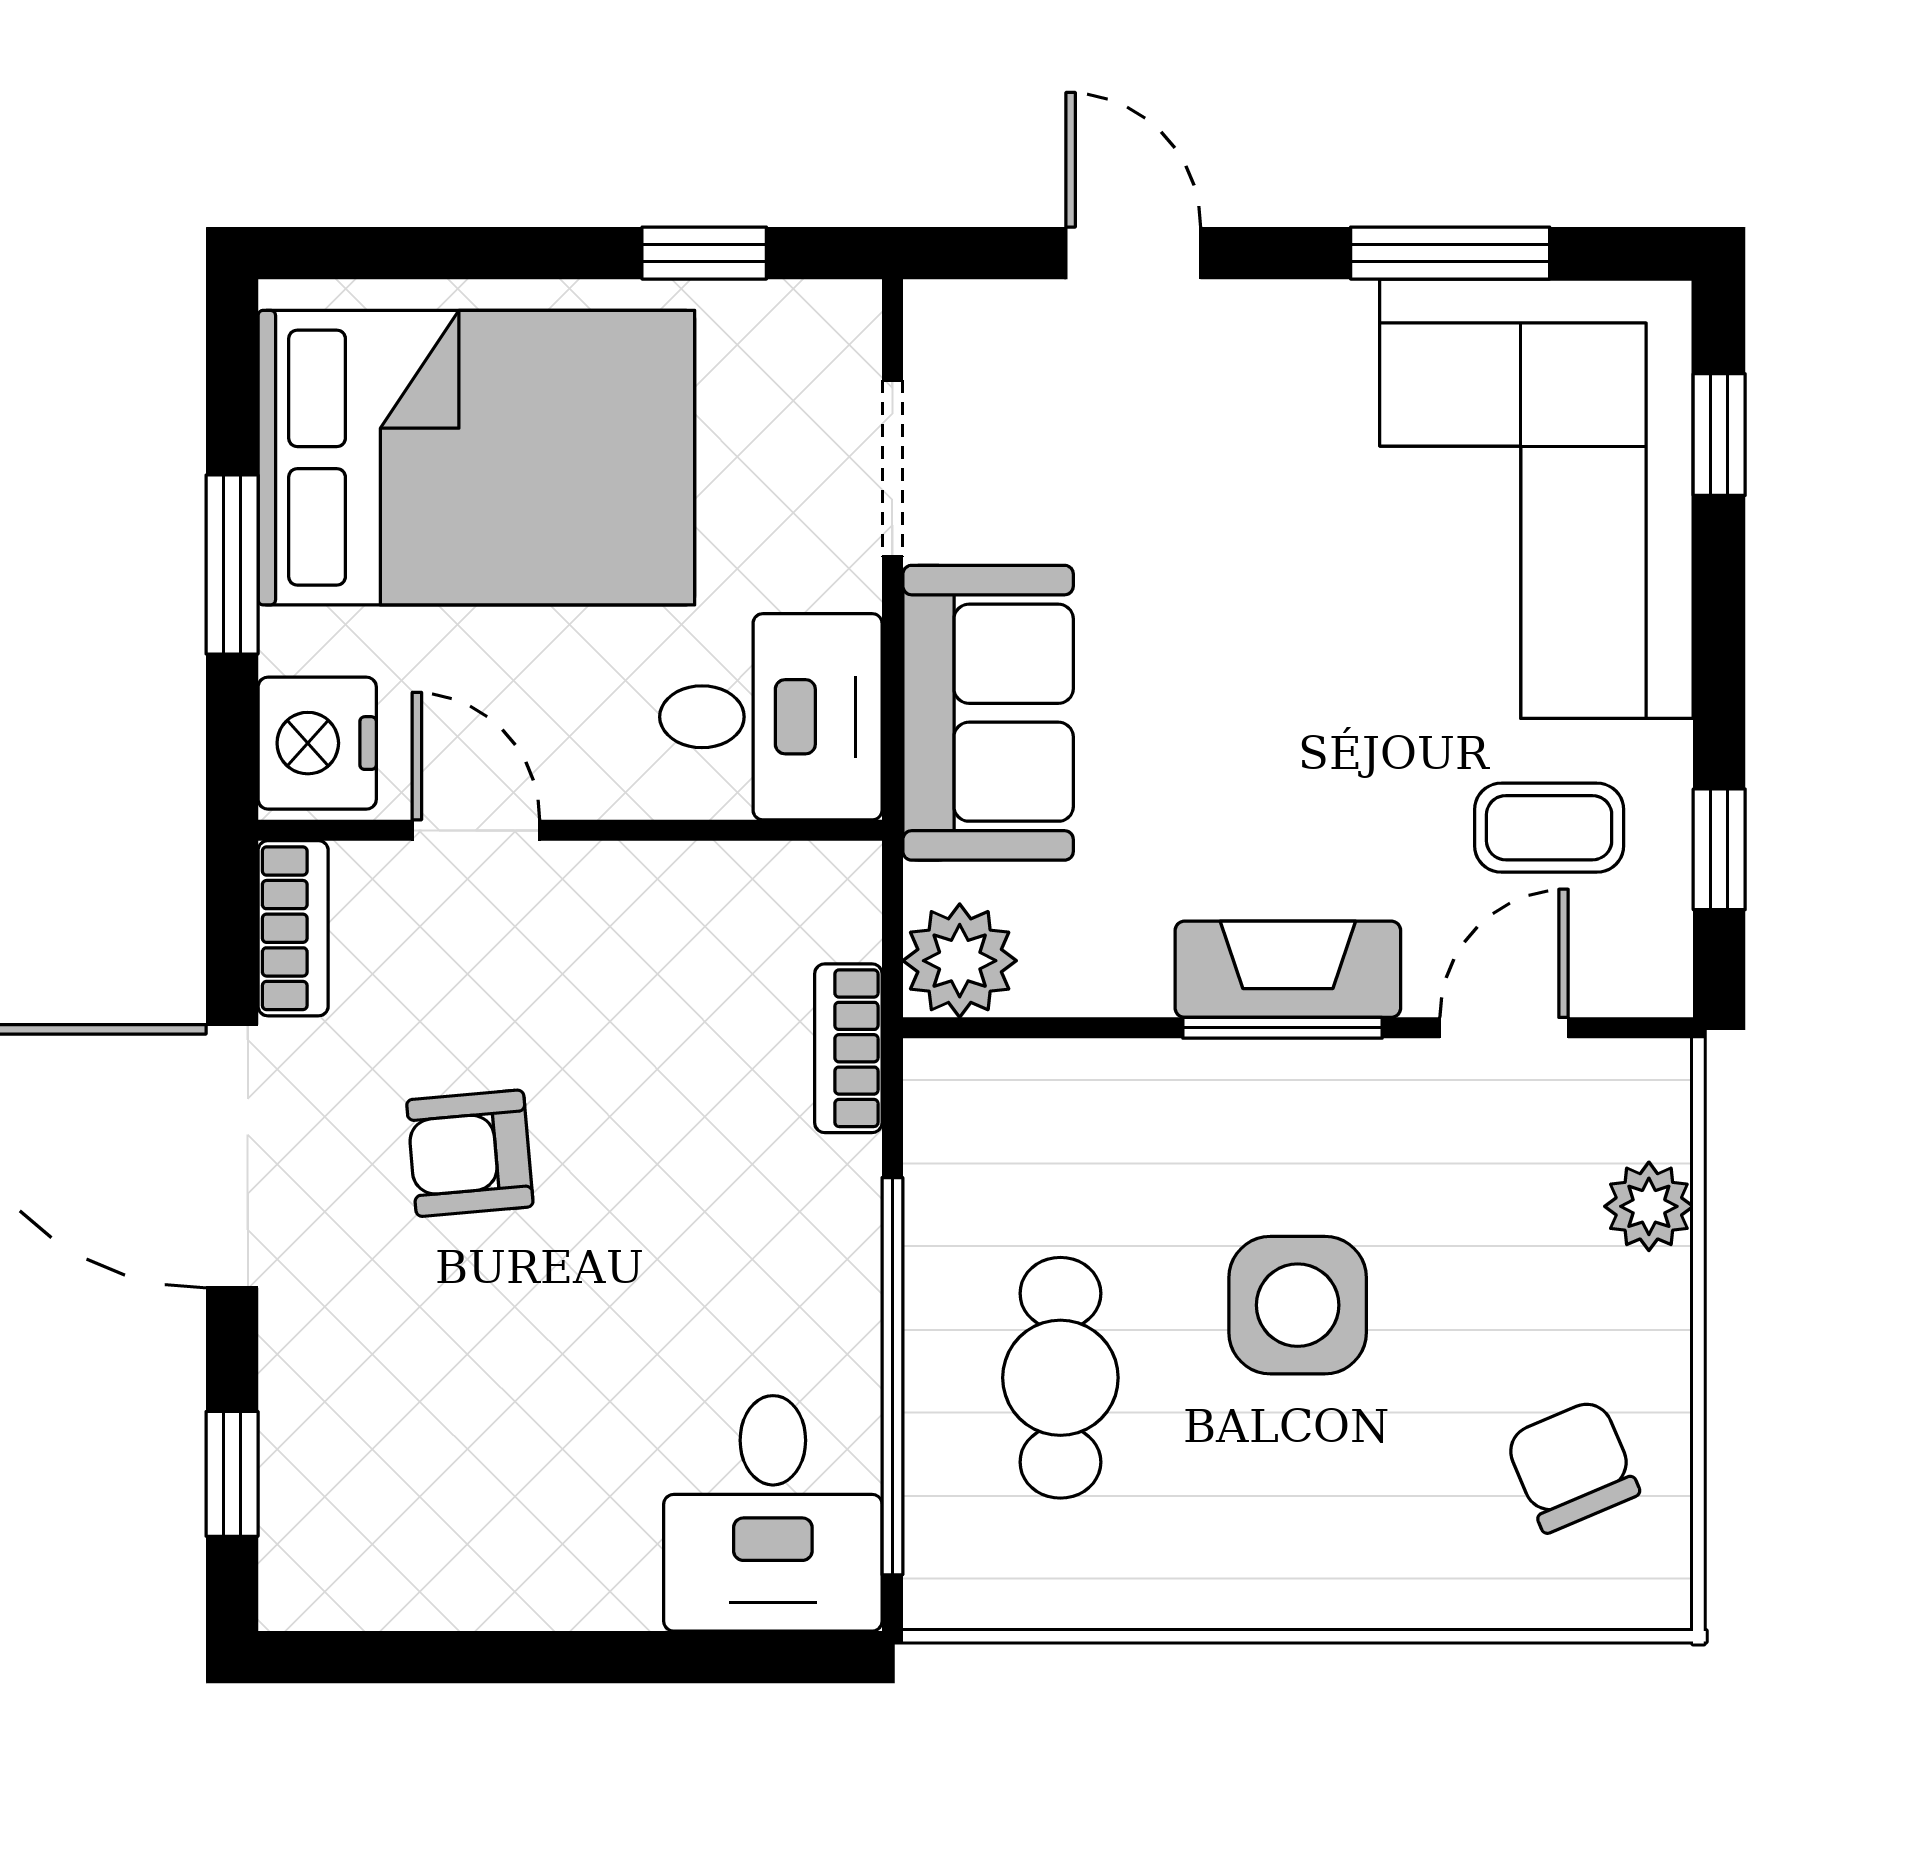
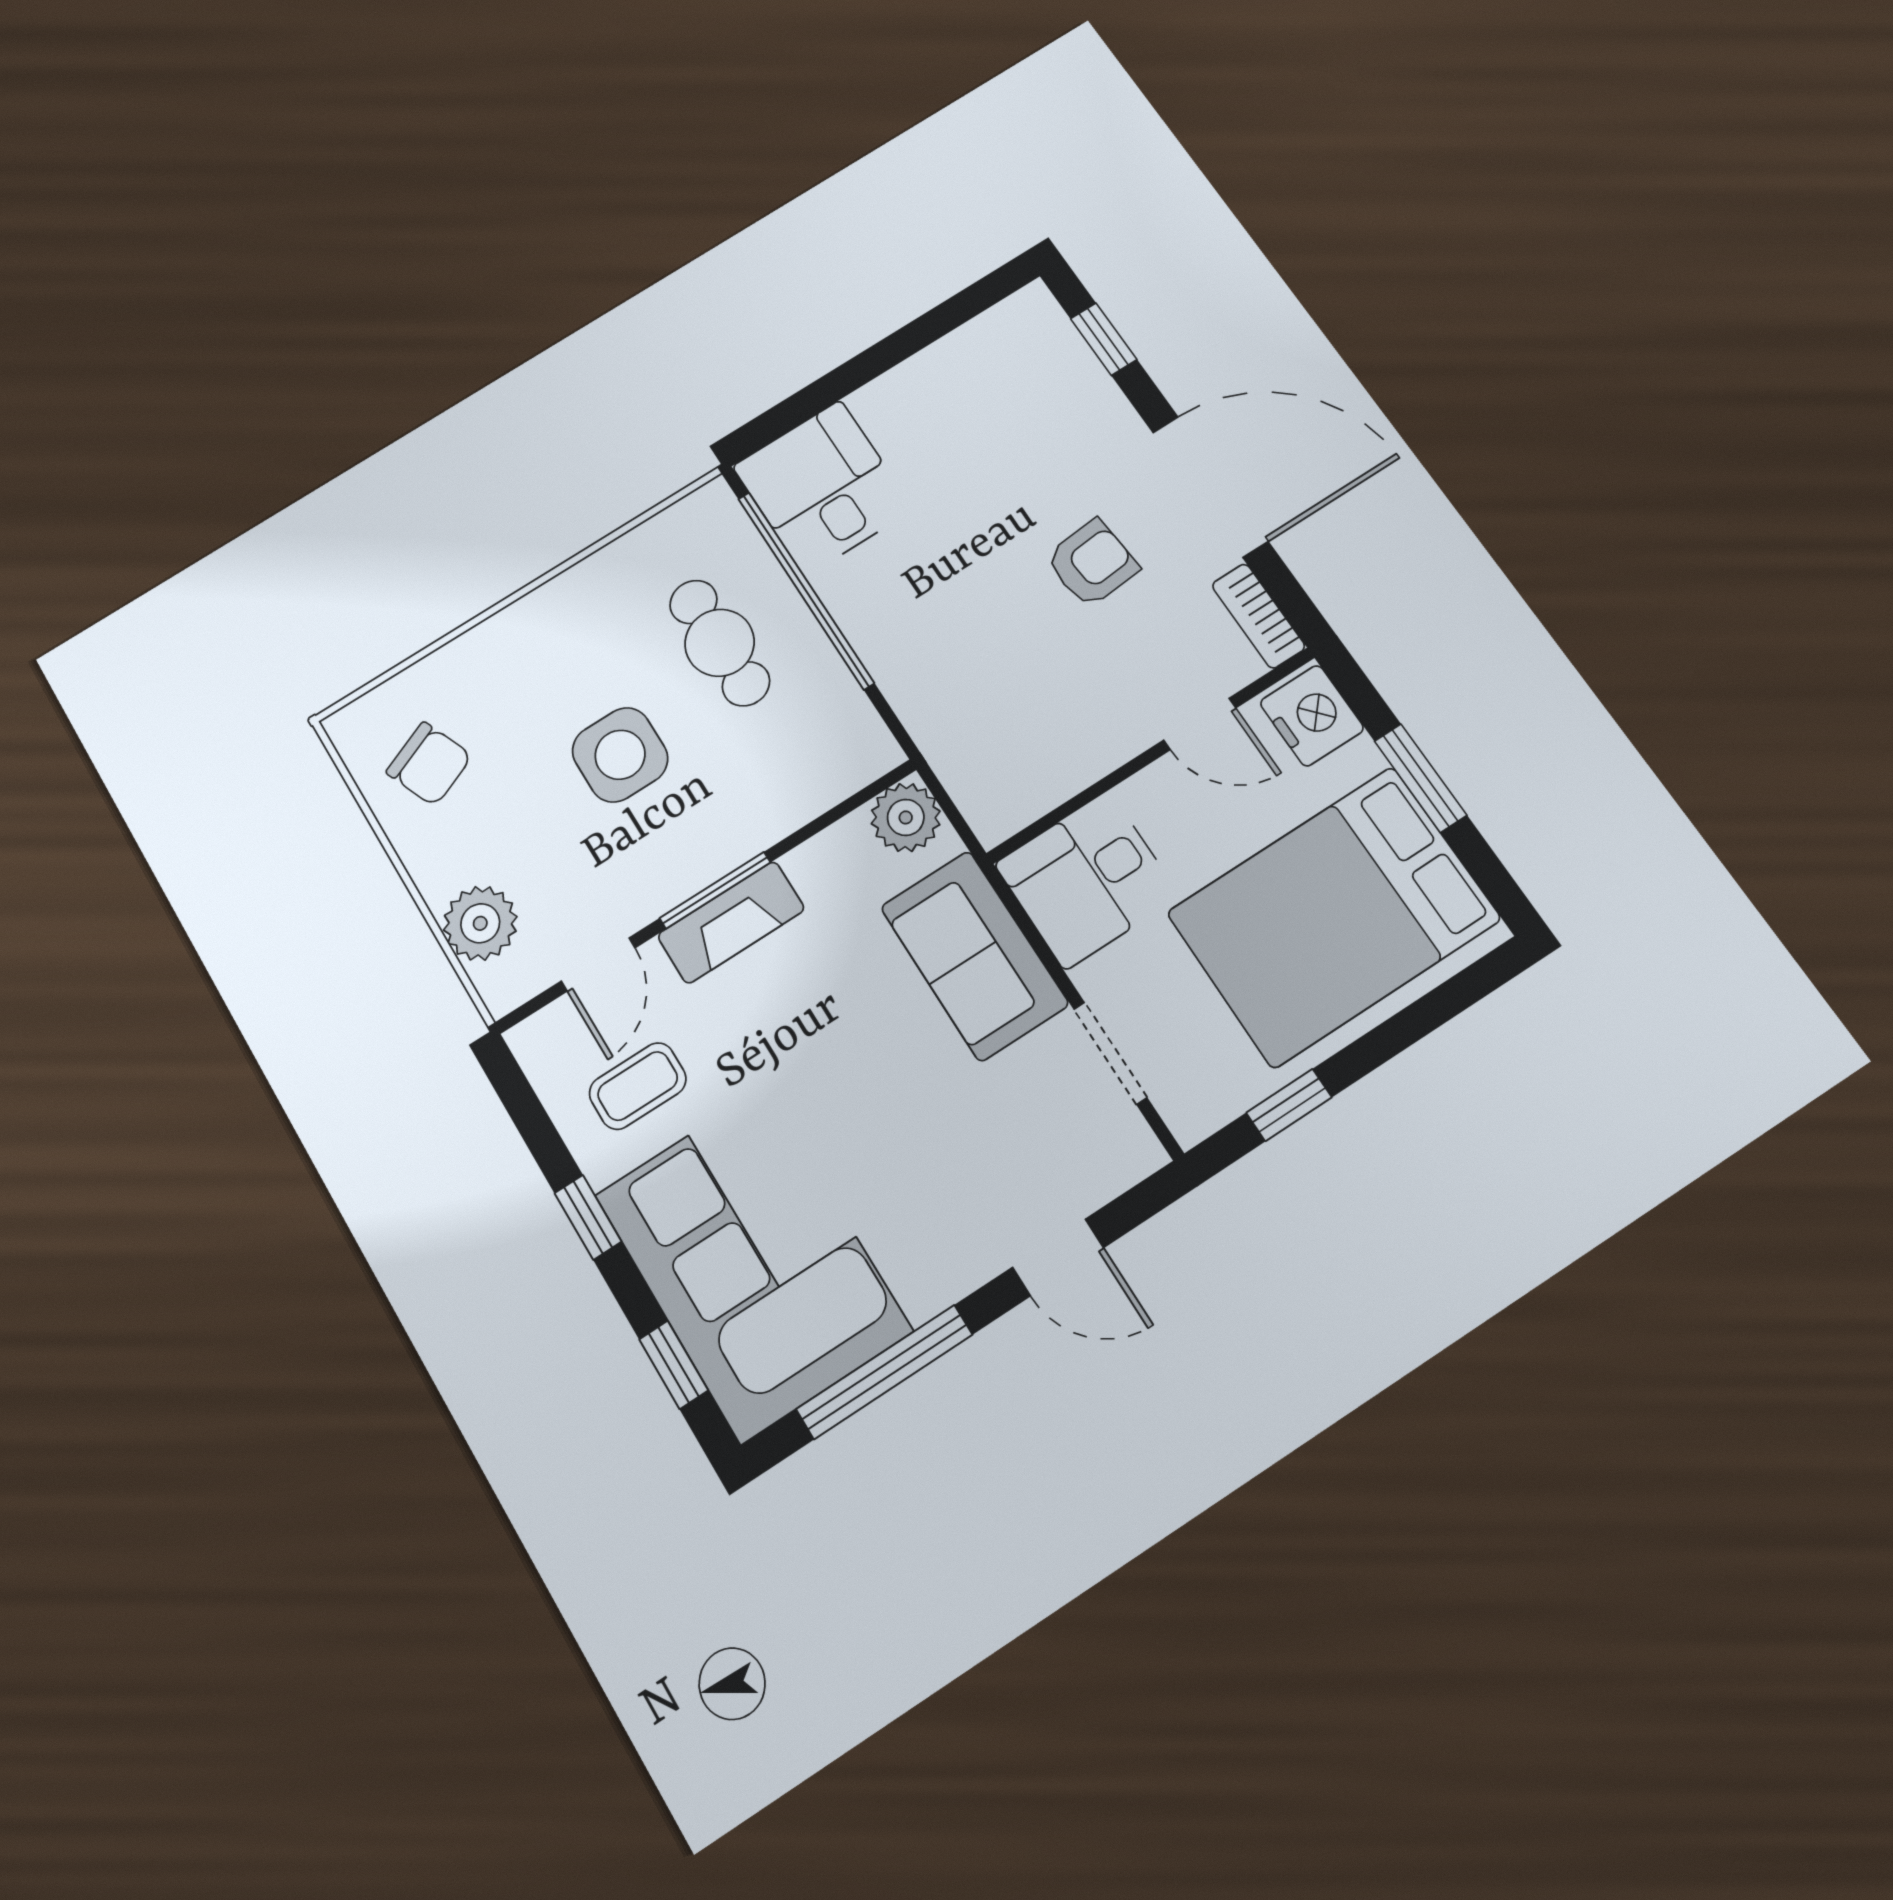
window: (1450, 253) -> (884, 1372), width x1.44
window: (1719, 849) -> (588, 1217), moved
bookcase: (848, 1048) -> (934, 737), removed
plant: (1649, 1206) -> (480, 923), width x1.38, depth x1.38

